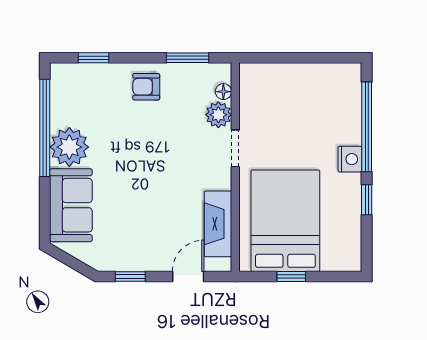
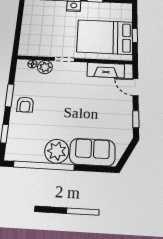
window: (187, 58) -> (10, 95), moved

